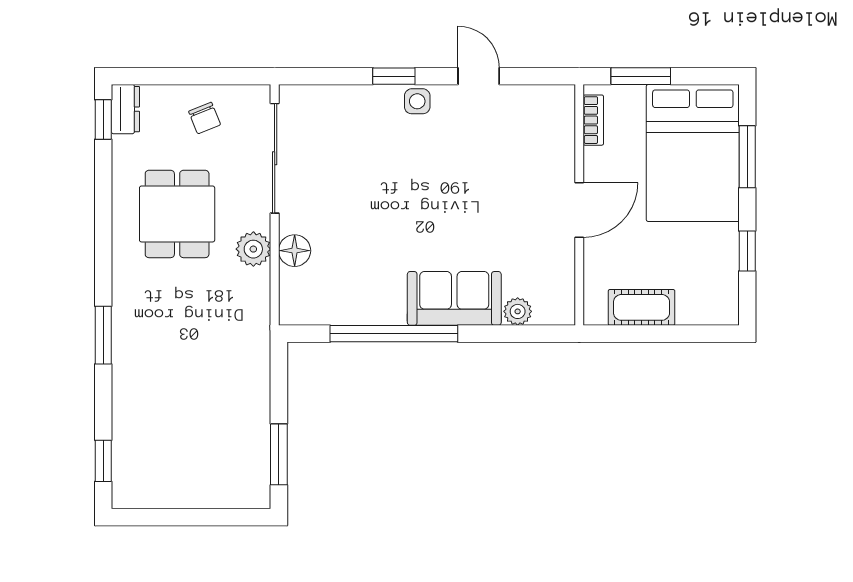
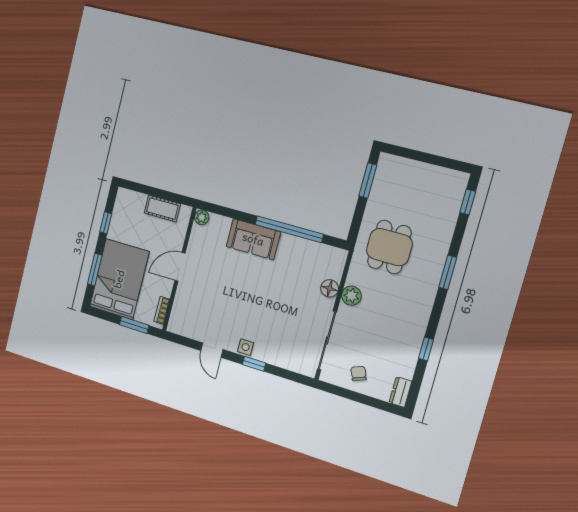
window: (103, 120) -> (426, 349), moved
dining table: (177, 214) -> (389, 247), moved
plant: (518, 311) -> (202, 217), moved

